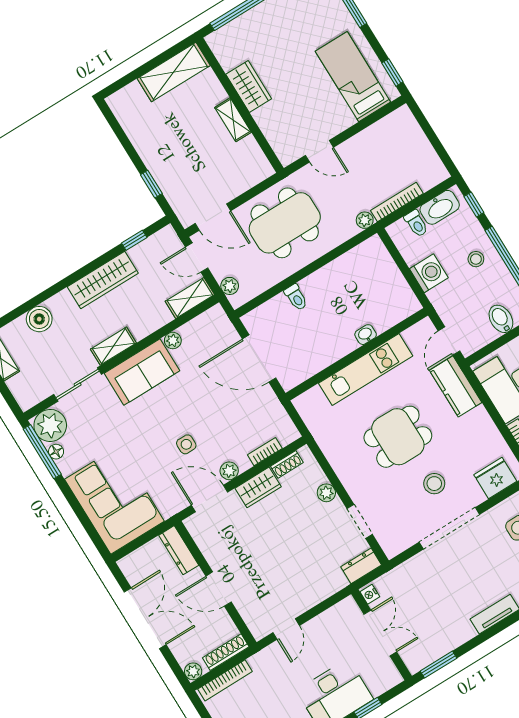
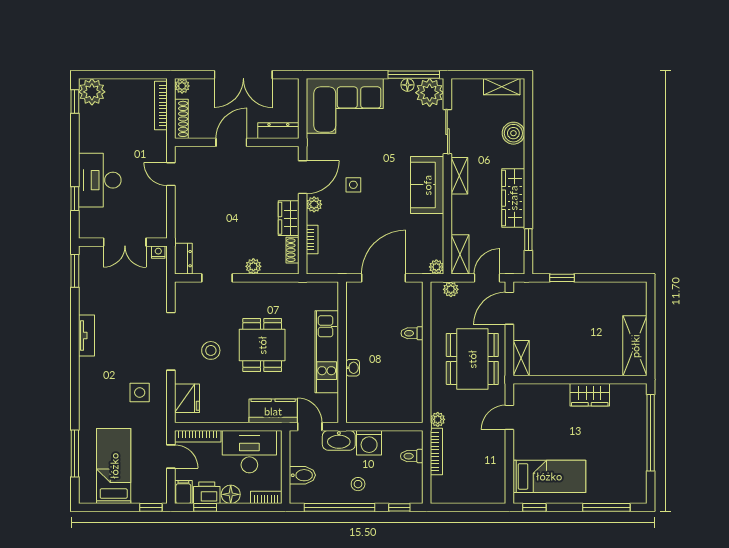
shelving: (233, 120) -> (521, 358), moved, turned 90
washbasin: (440, 207) -> (339, 440), moved, turned -90
plant: (173, 340) -> (436, 267), moved

